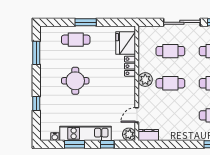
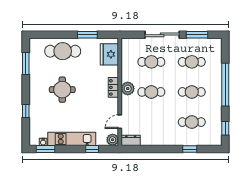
window: (86, 22) -> (87, 35), moved
cafe table: (76, 40) -> (63, 51), width x1.37, depth x1.35
locker: (130, 66) -> (113, 87), moved
window: (74, 144) -> (46, 149), moved

